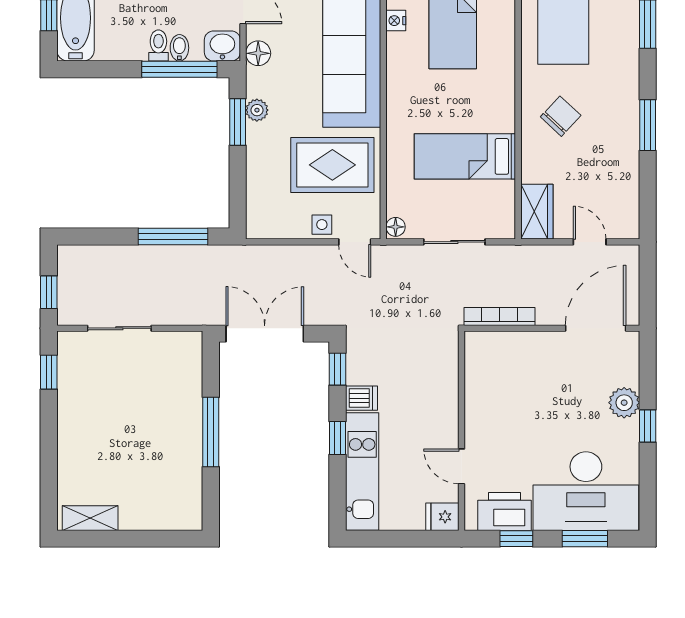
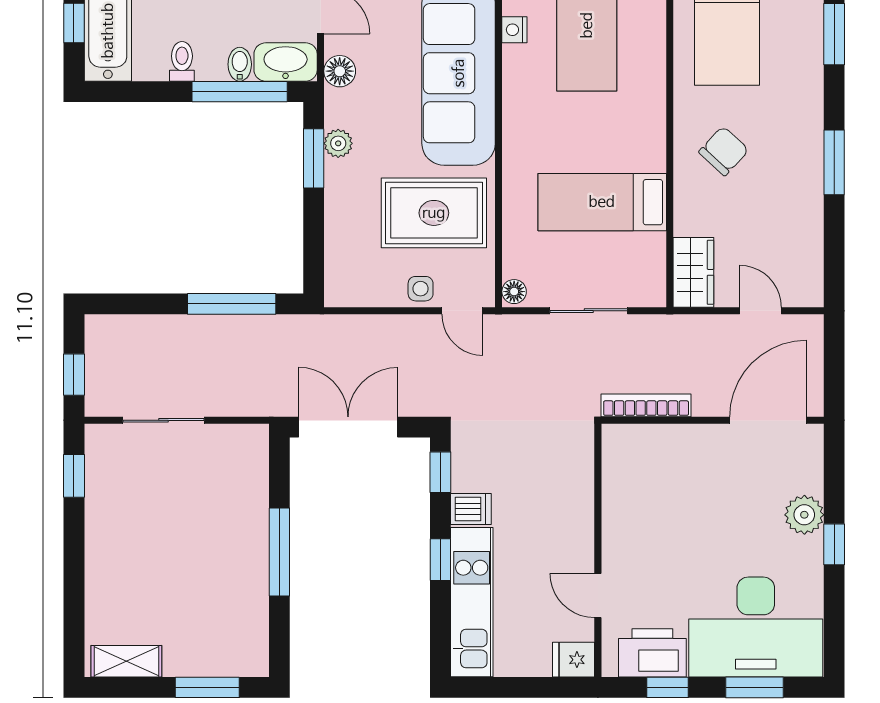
toilet: (158, 45) -> (182, 61), moved
washbasin: (222, 46) -> (286, 62), width x1.38
window: (154, 539) -> (207, 687), added

